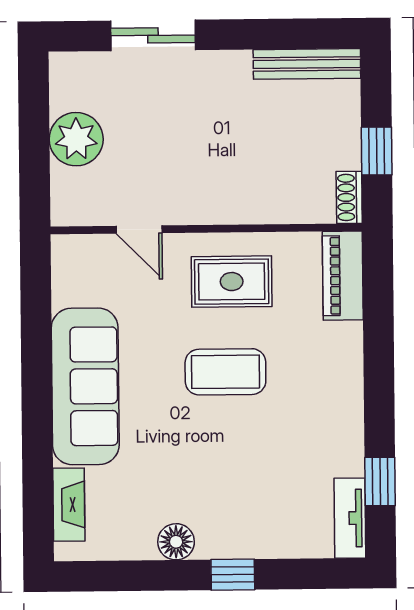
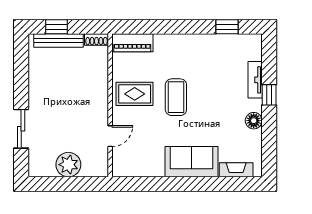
bench: (307, 64) -> (59, 41), moved, turned 90
window: (377, 151) -> (56, 27), moved
rug: (232, 282) -> (135, 94), turned 90
sofa: (85, 386) -> (191, 162), width x0.73
tv unit: (350, 518) -> (255, 80), moved, turned 90

